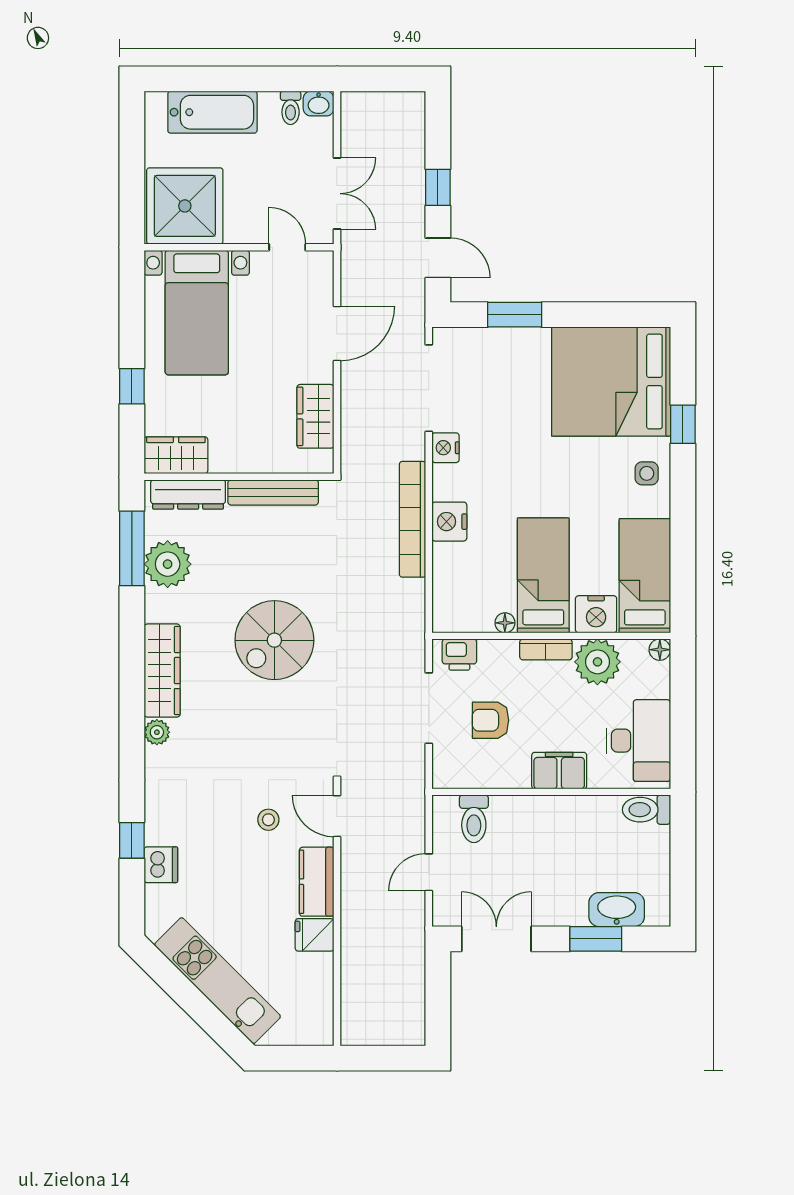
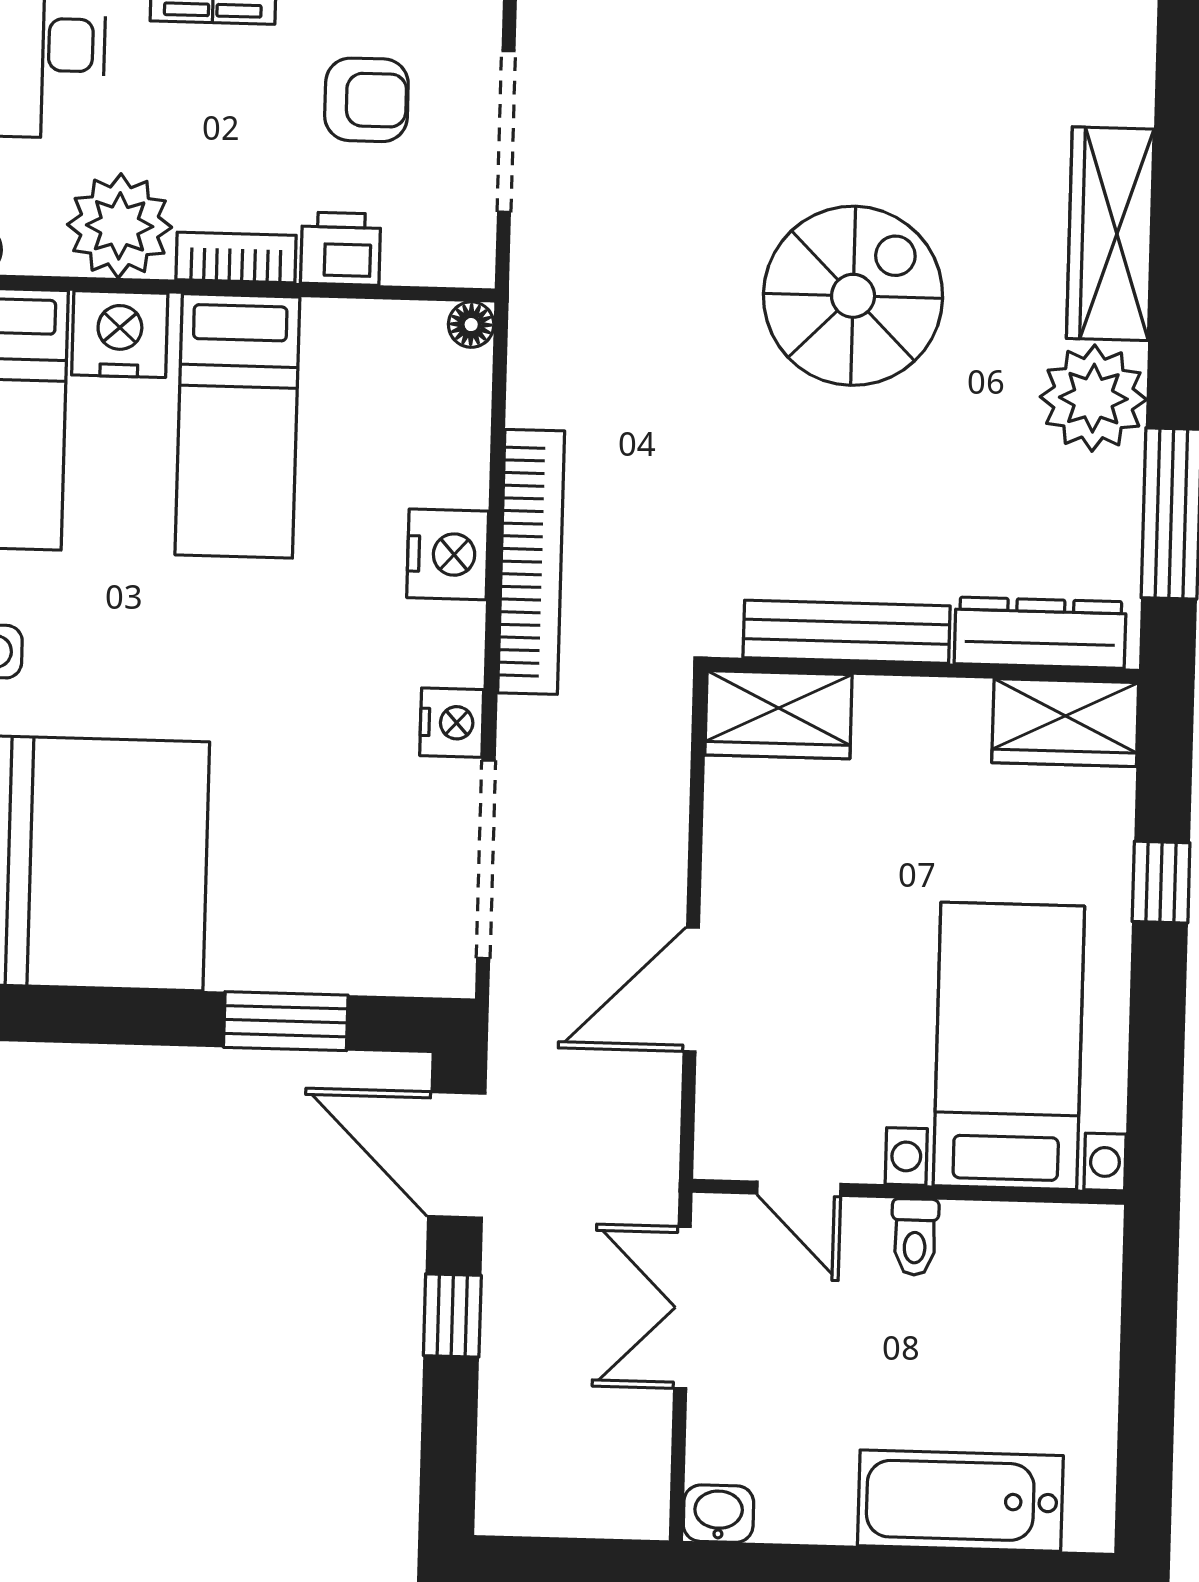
toilet: (291, 108) -> (915, 1237), moved, turned 180
shower: (185, 206) -> (1029, 1289), removed
door: (438, 258) -> (457, 1155), width x1.38
wardrobe: (315, 416) -> (778, 715), moved, turned 90
plant: (168, 564) -> (1093, 398), moved
floor lamp: (505, 623) -> (471, 325), moved
printer: (459, 655) -> (341, 249), moved
plant: (157, 732) -> (1126, 94), removed

